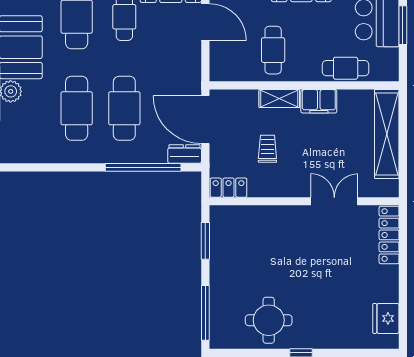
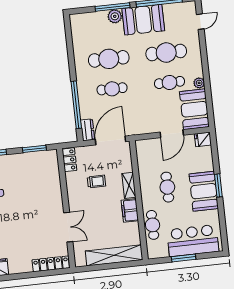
cafe table: (273, 50) -> (167, 187), moved, turned 90
cafe table: (124, 108) -> (112, 89), width x0.73, depth x0.74

